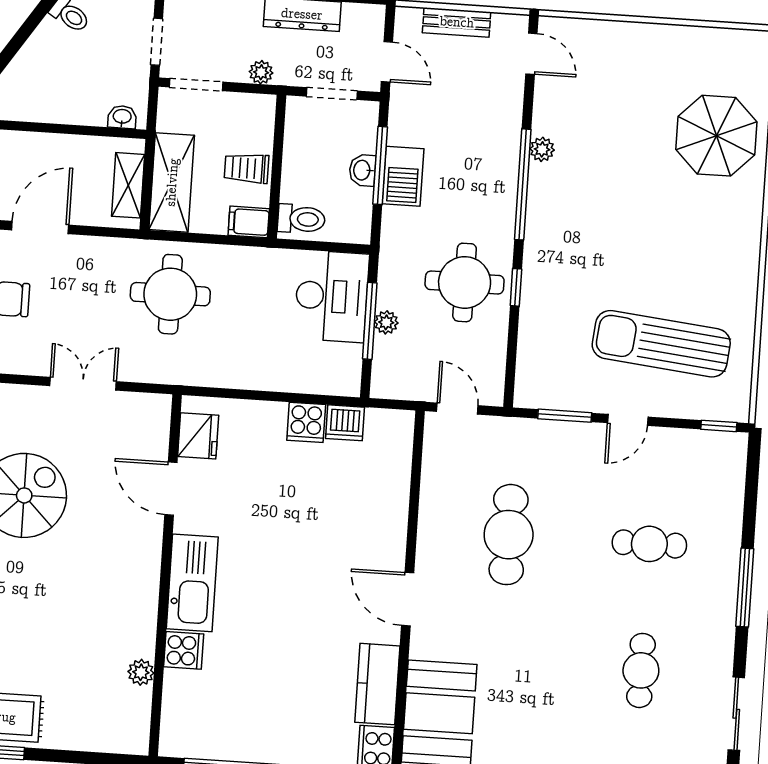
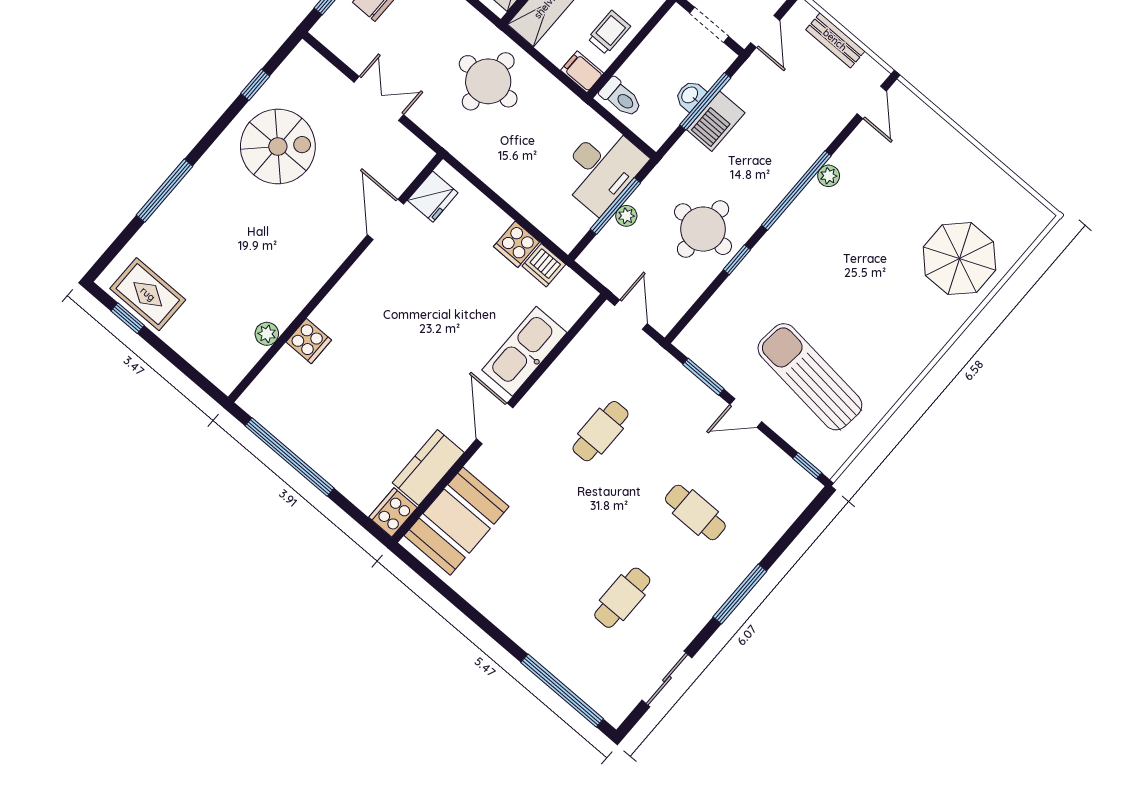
trolley: (247, 168) -> (609, 32), turned 90
cafe table: (509, 535) -> (601, 431), width x0.73, depth x0.74
kitchen sink: (192, 583) -> (524, 351), moved, turned 180

